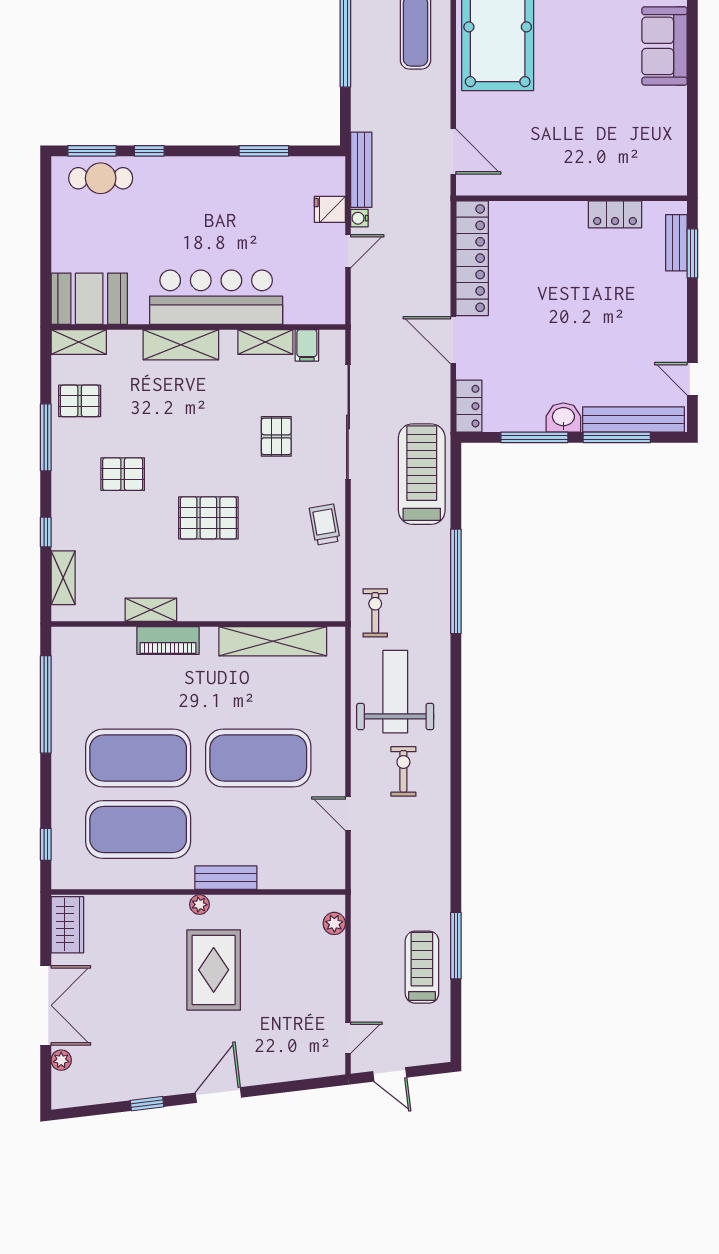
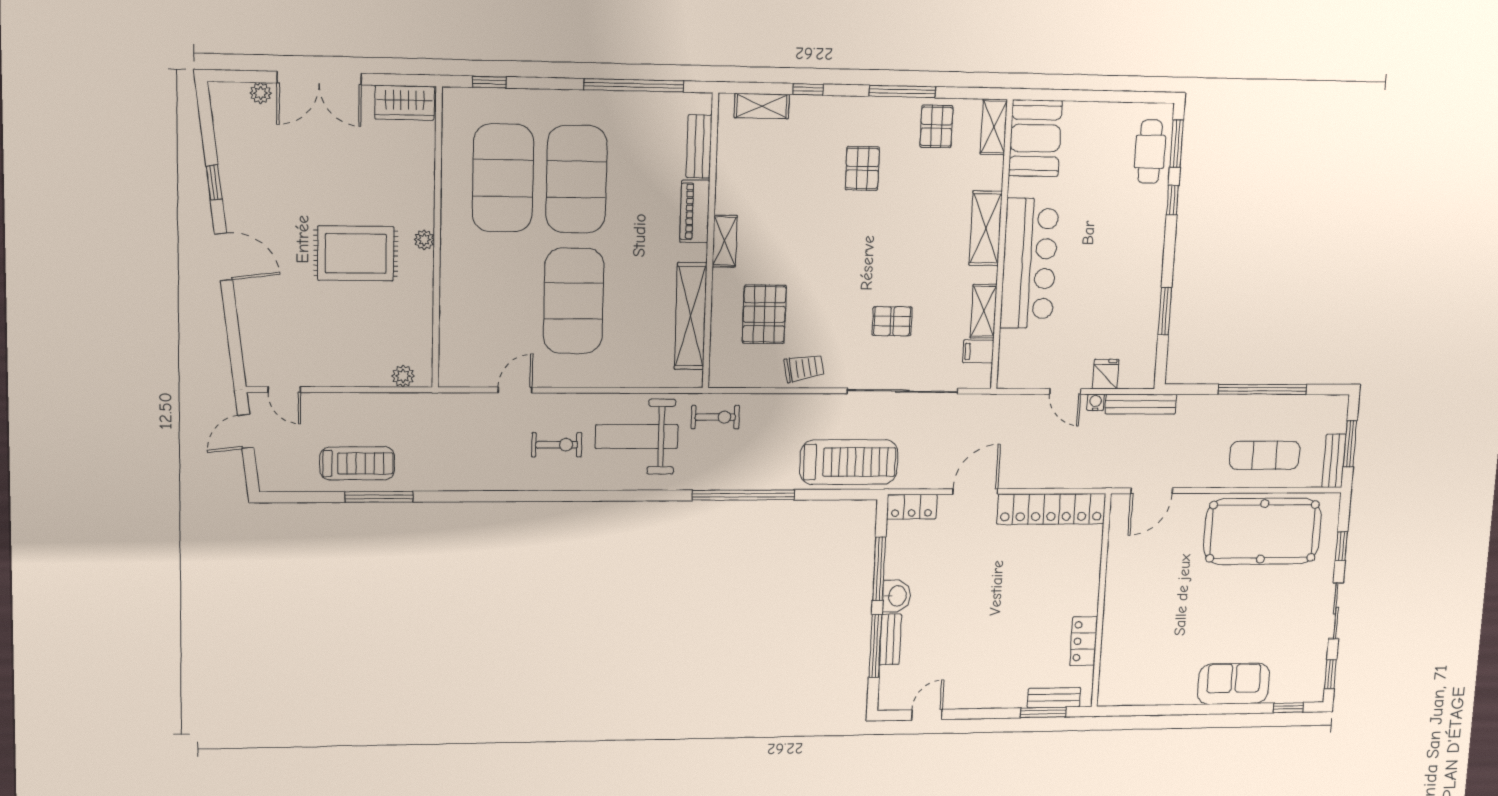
bench: (634, 419) -> (890, 639), width x0.54, depth x0.82
pallet: (208, 518) -> (764, 314), moved
shelving: (151, 610) -> (725, 241), moved
weight bench: (395, 692) -> (637, 437), turned 180
bench: (226, 878) -> (699, 146), moved

